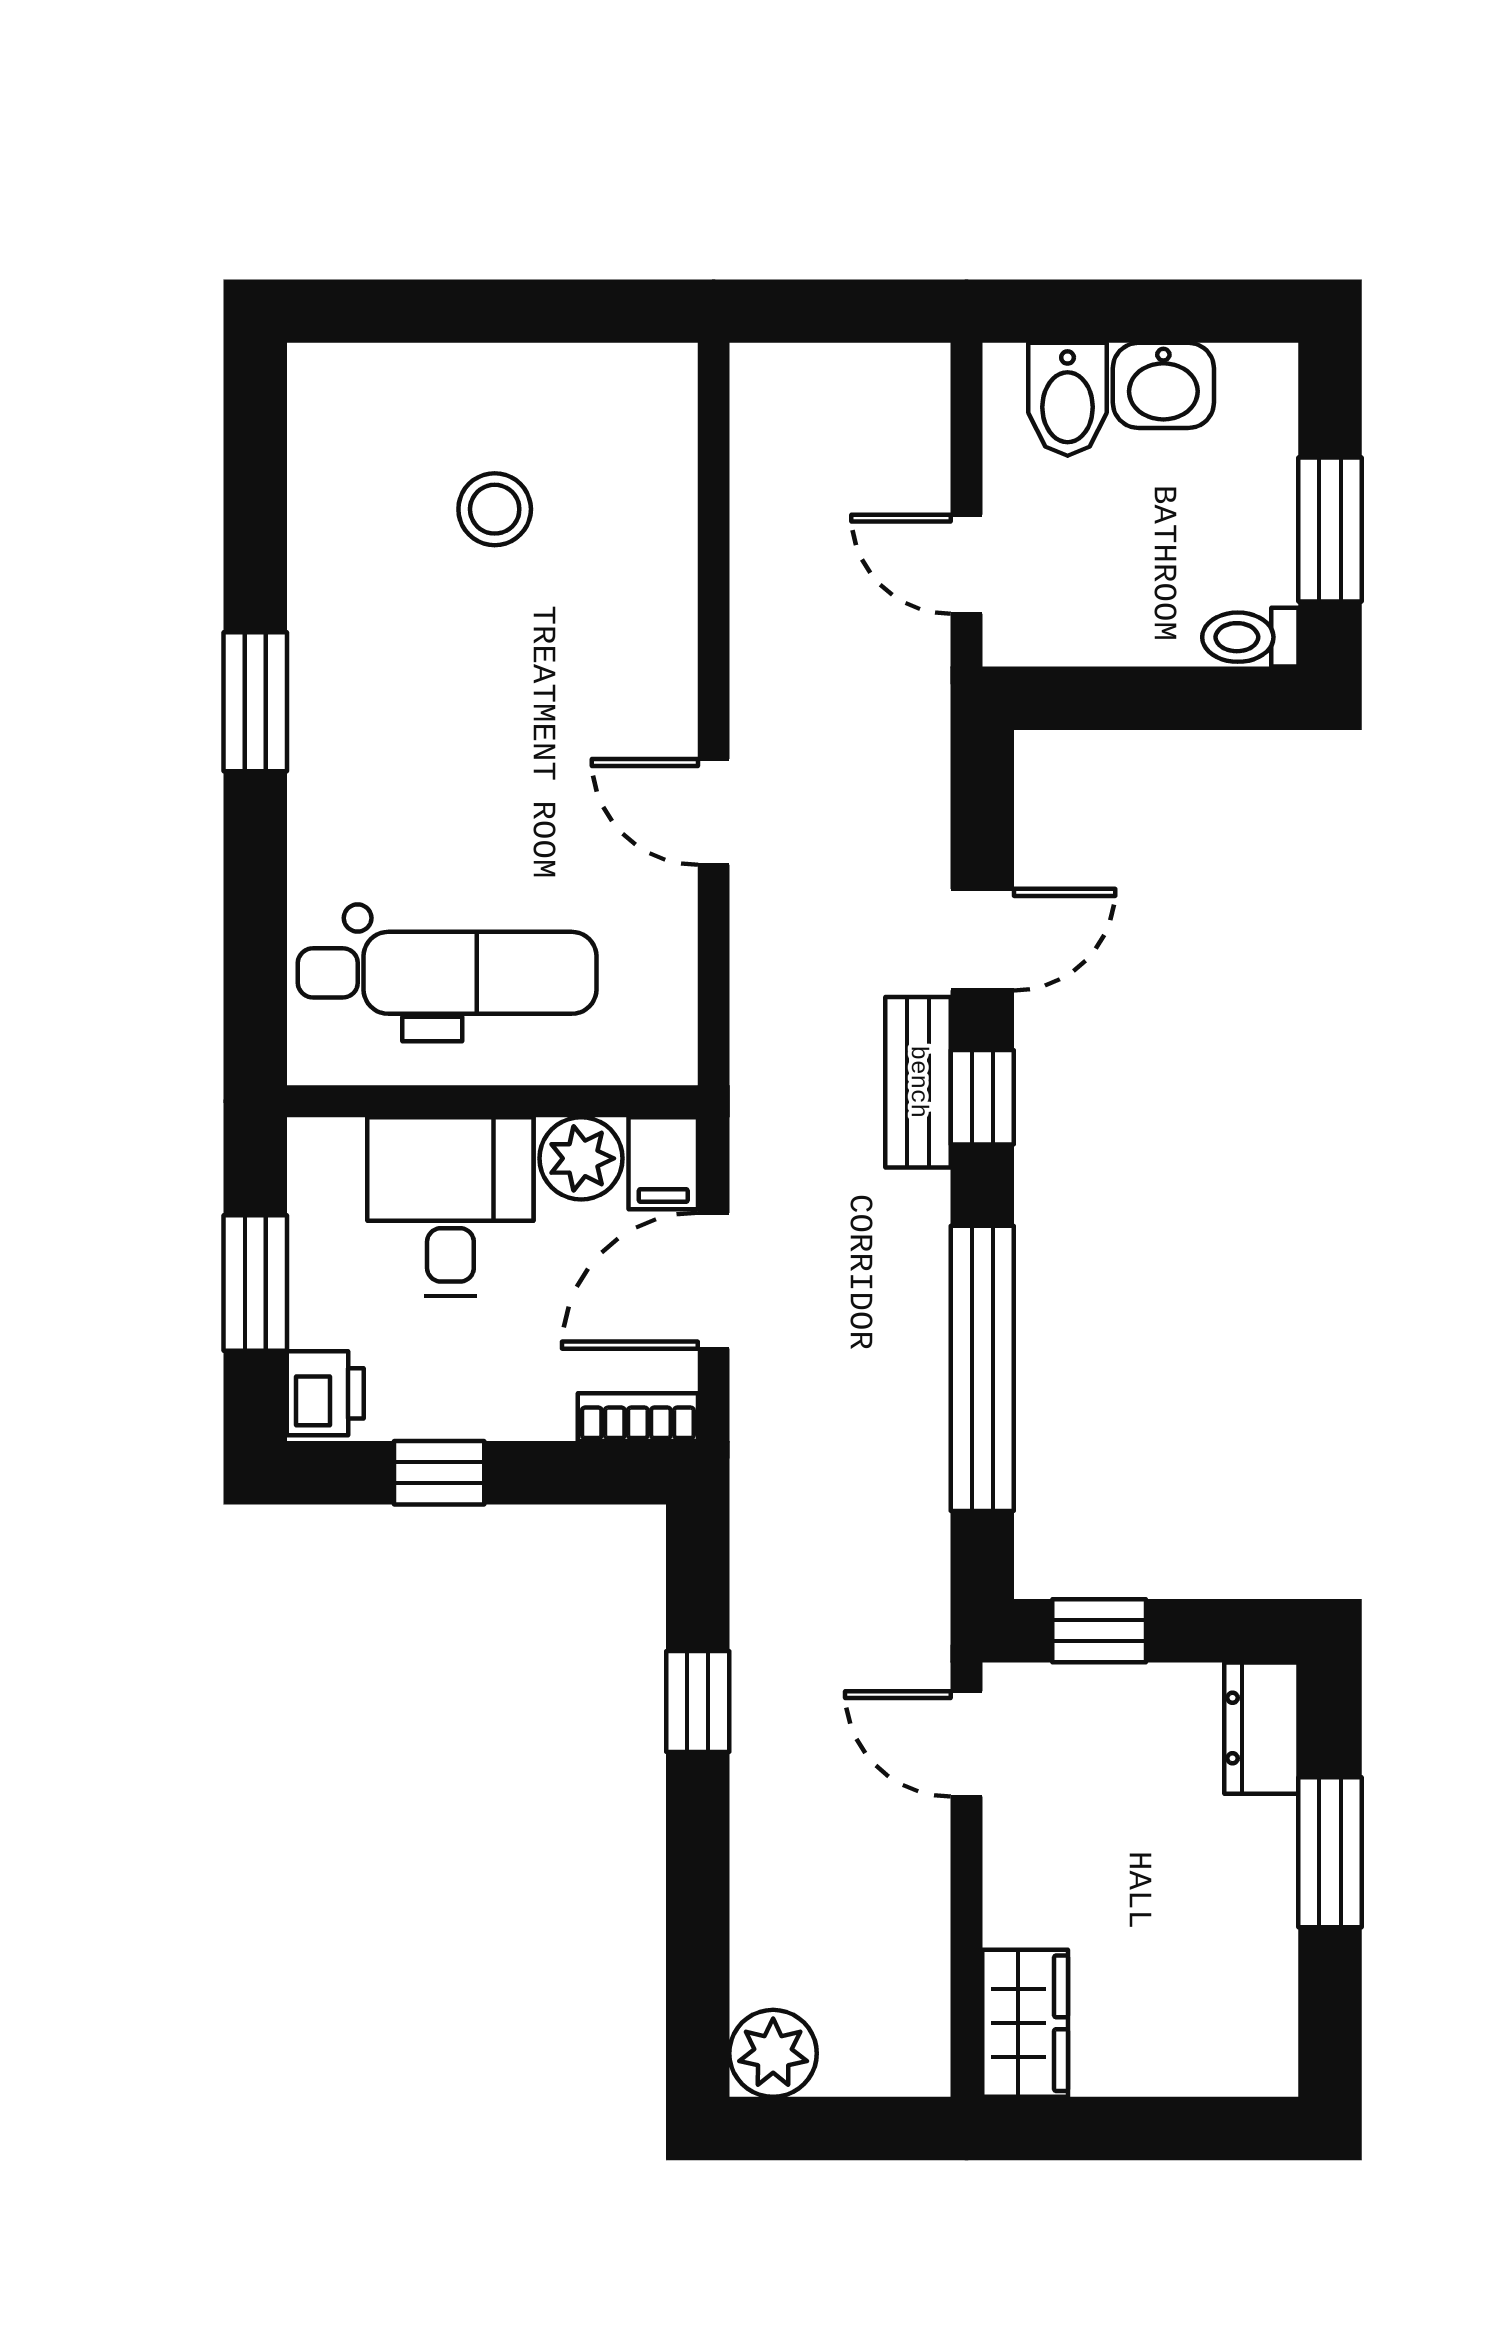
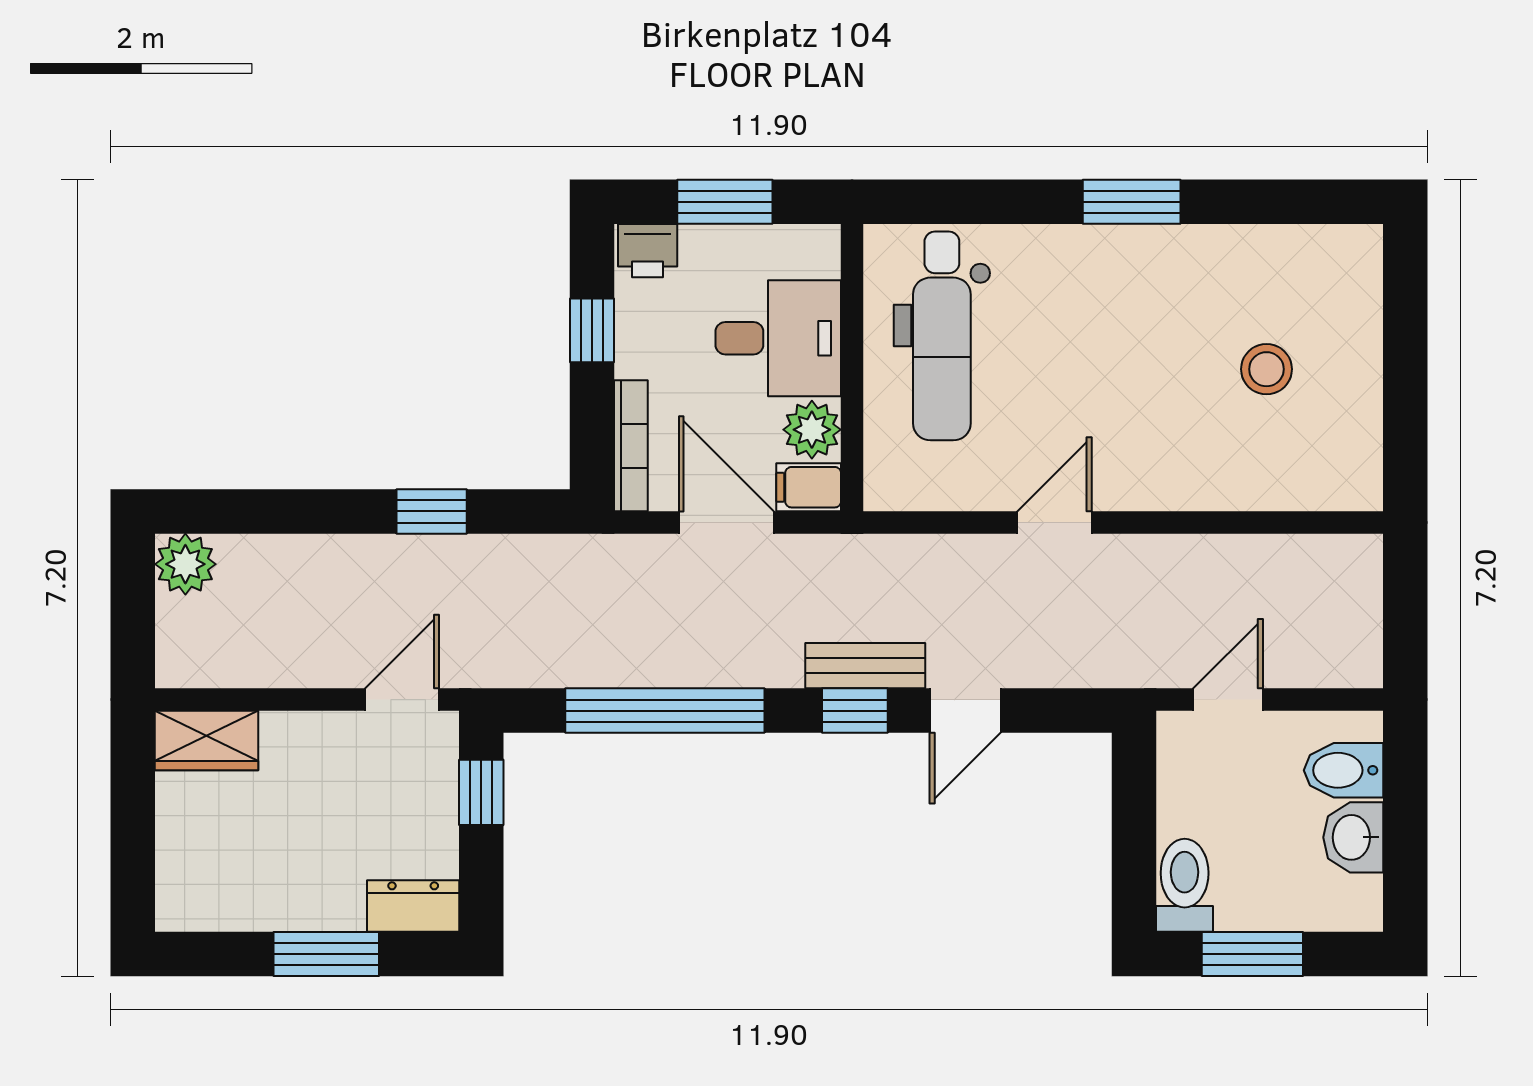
toilet: (1250, 637) -> (1185, 885), width x1.37, depth x1.39
door: (982, 940) -> (965, 711), hinge flipped
bookcase: (638, 1417) -> (631, 446), width x1.56

